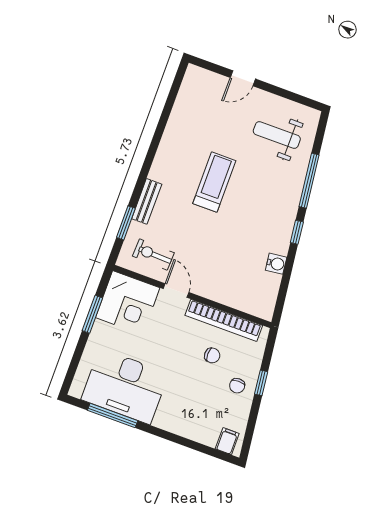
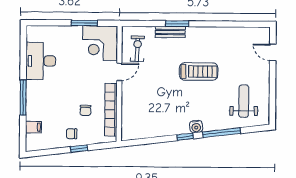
door: (243, 78) -> (273, 52), moved
window: (126, 223) -> (177, 24), moved
water cooler: (276, 264) -> (196, 127), moved
desk: (125, 386) -> (41, 61), width x0.73, depth x0.77
window: (113, 416) -> (23, 98), moved
filing cabinet: (227, 441) -> (33, 127), moved

